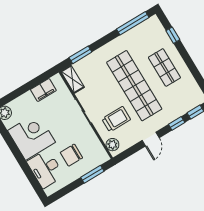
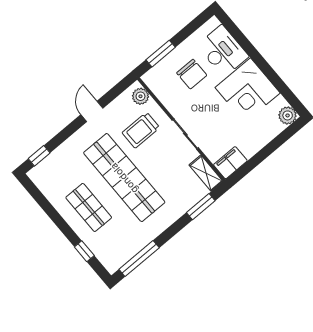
filing cabinet: (43, 90) -> (230, 163), moved
window: (177, 123) -> (61, 137), removed
chair: (71, 155) -> (192, 74), turned 90

